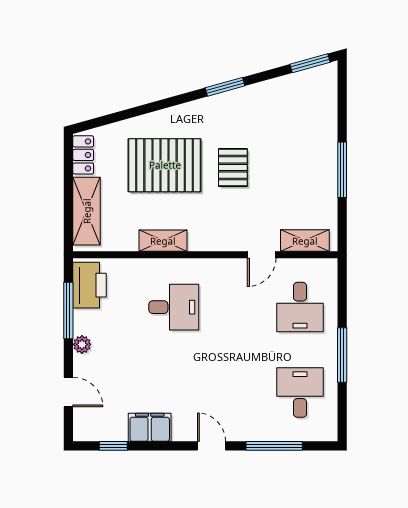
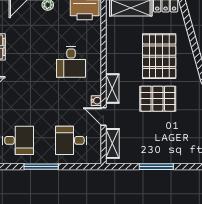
pallet: (233, 167) -> (158, 99), width x1.50, depth x1.42
shelving: (163, 241) -> (112, 88), moved
water cooler: (236, 266) -> (96, 101), added

